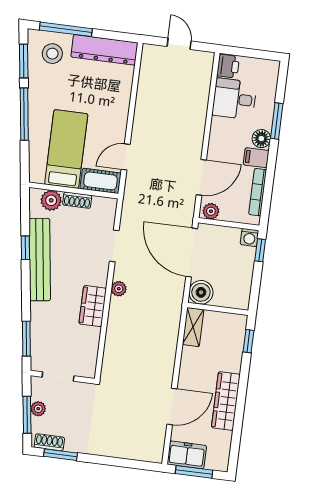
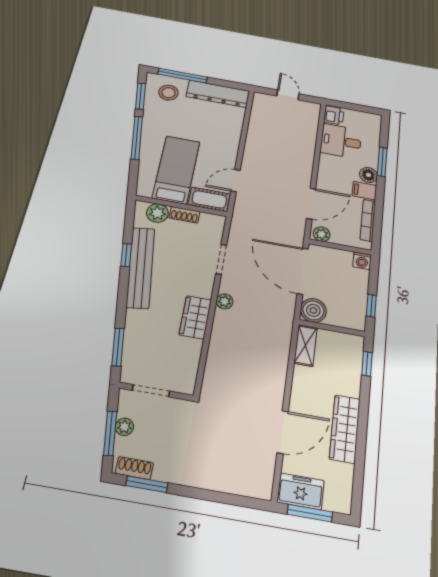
window: (260, 250) -> (371, 306), moved

